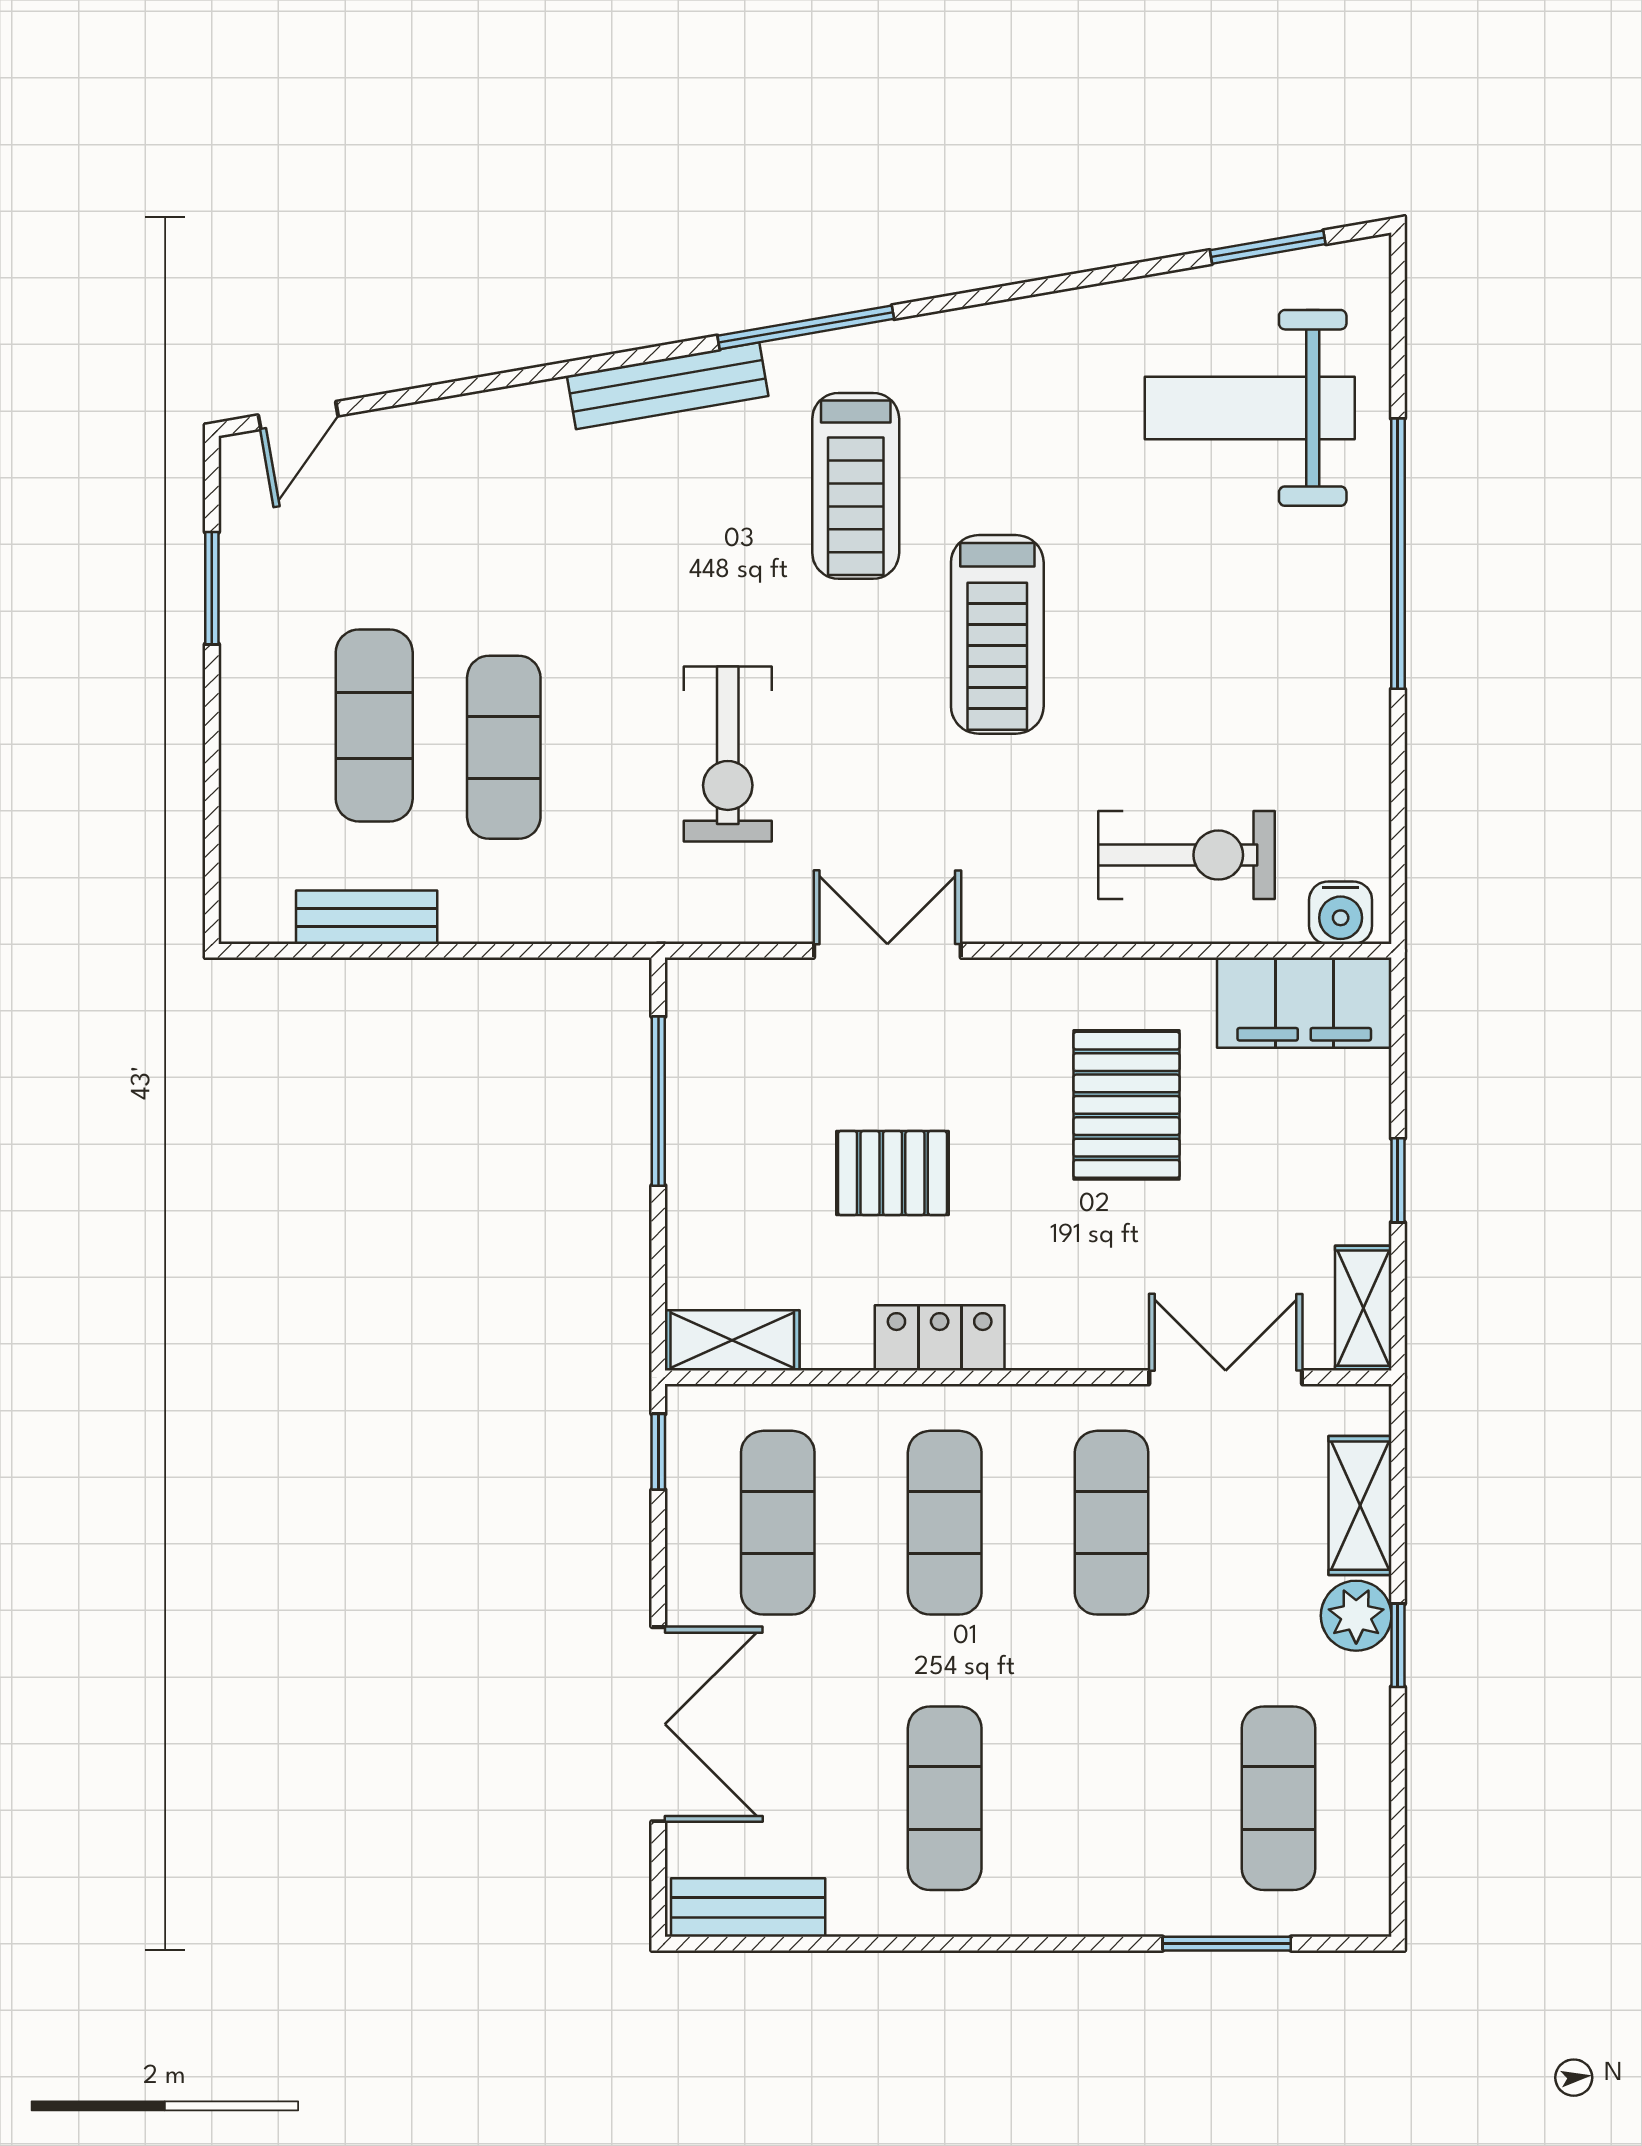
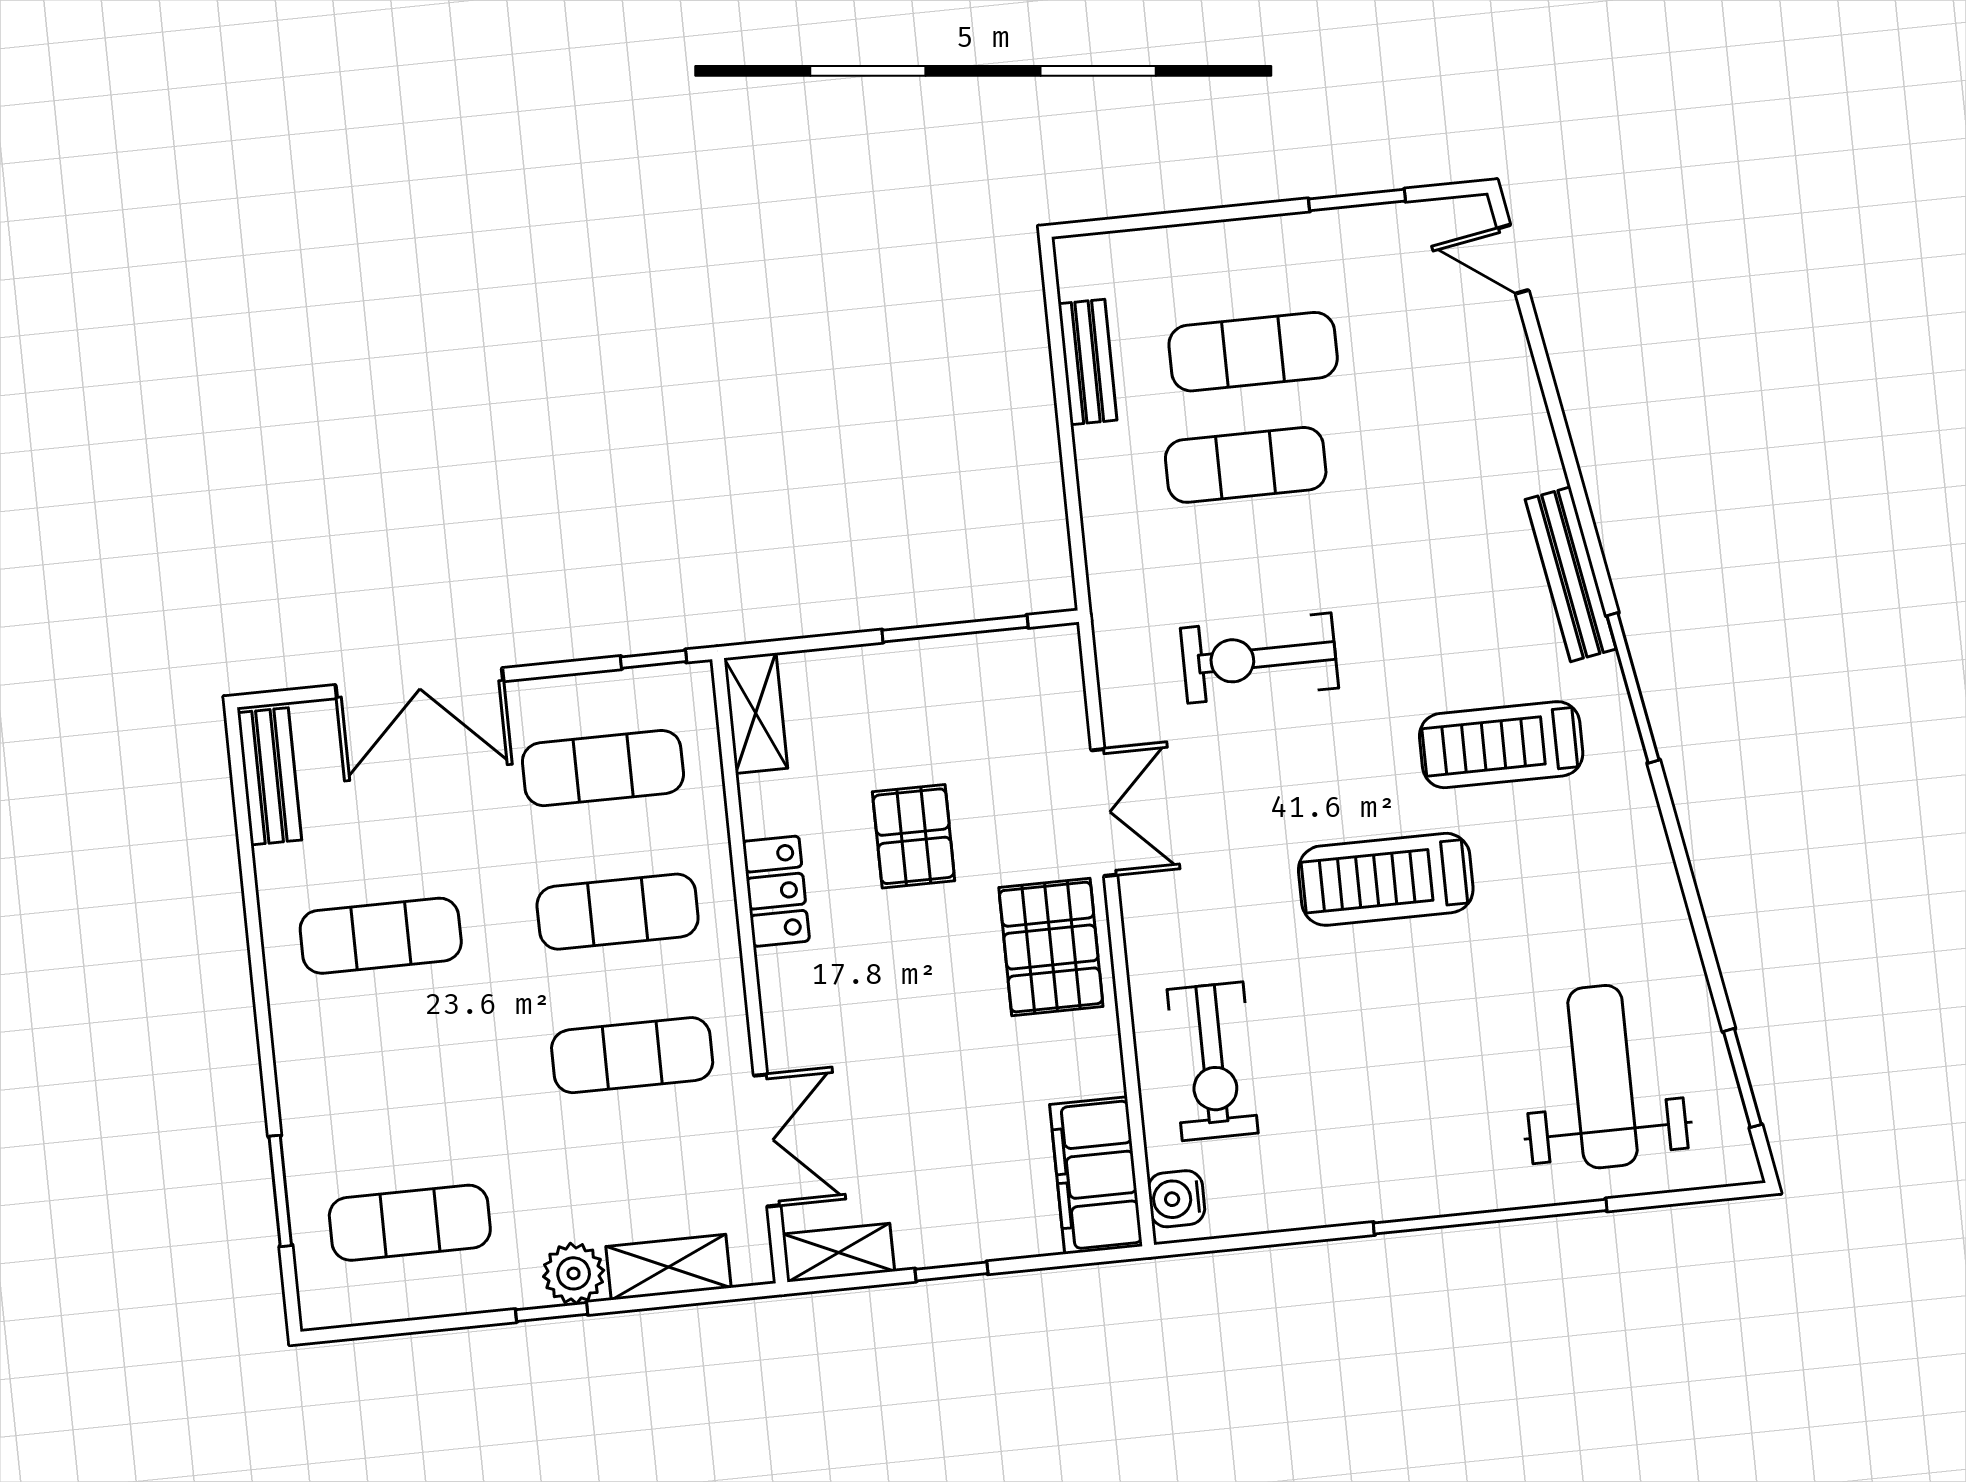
pallet: (1126, 1105) -> (1051, 947), moved, turned 90

